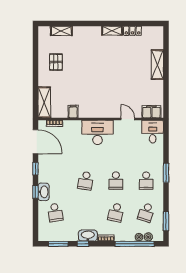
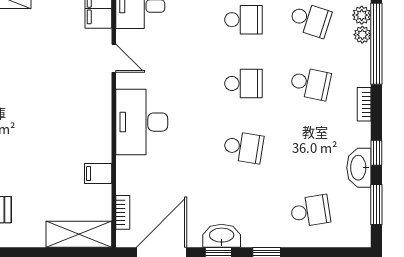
door: (128, 119) -> (114, 58), swing flipped
washbasin: (43, 192) -> (222, 236), moved
washbasin: (88, 236) -> (359, 168), moved

